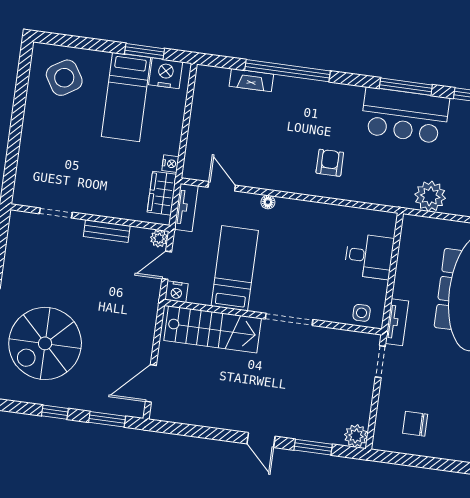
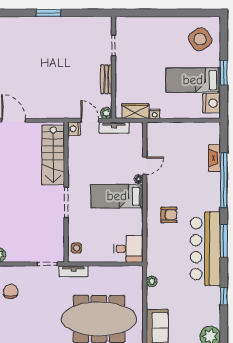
window: (145, 51) -> (224, 73), moved
window: (406, 87) -> (224, 241), moved
bar counter: (405, 115) -> (205, 249), width x1.36
door: (222, 186) -> (145, 166), moved
plant: (430, 196) -> (152, 281), width x0.53, depth x0.53
tv unit: (186, 208) -> (114, 128), moved
desk: (369, 256) -> (129, 249), moved, turned -90
bed: (235, 268) -> (117, 196), moved, turned 180
spiral stairs: (45, 343) -> (30, 50), removed

